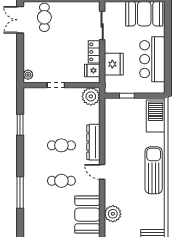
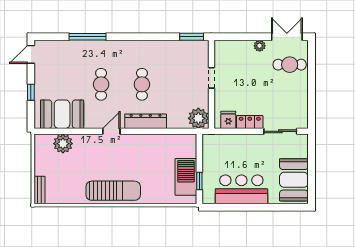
fridge: (114, 64) -> (236, 145), removed
plant: (28, 75) -> (260, 46), moved
window: (127, 96) -> (199, 181), moved
barbecue: (156, 116) -> (186, 177), moved, turned -90
window: (20, 125) -> (192, 37), moved

